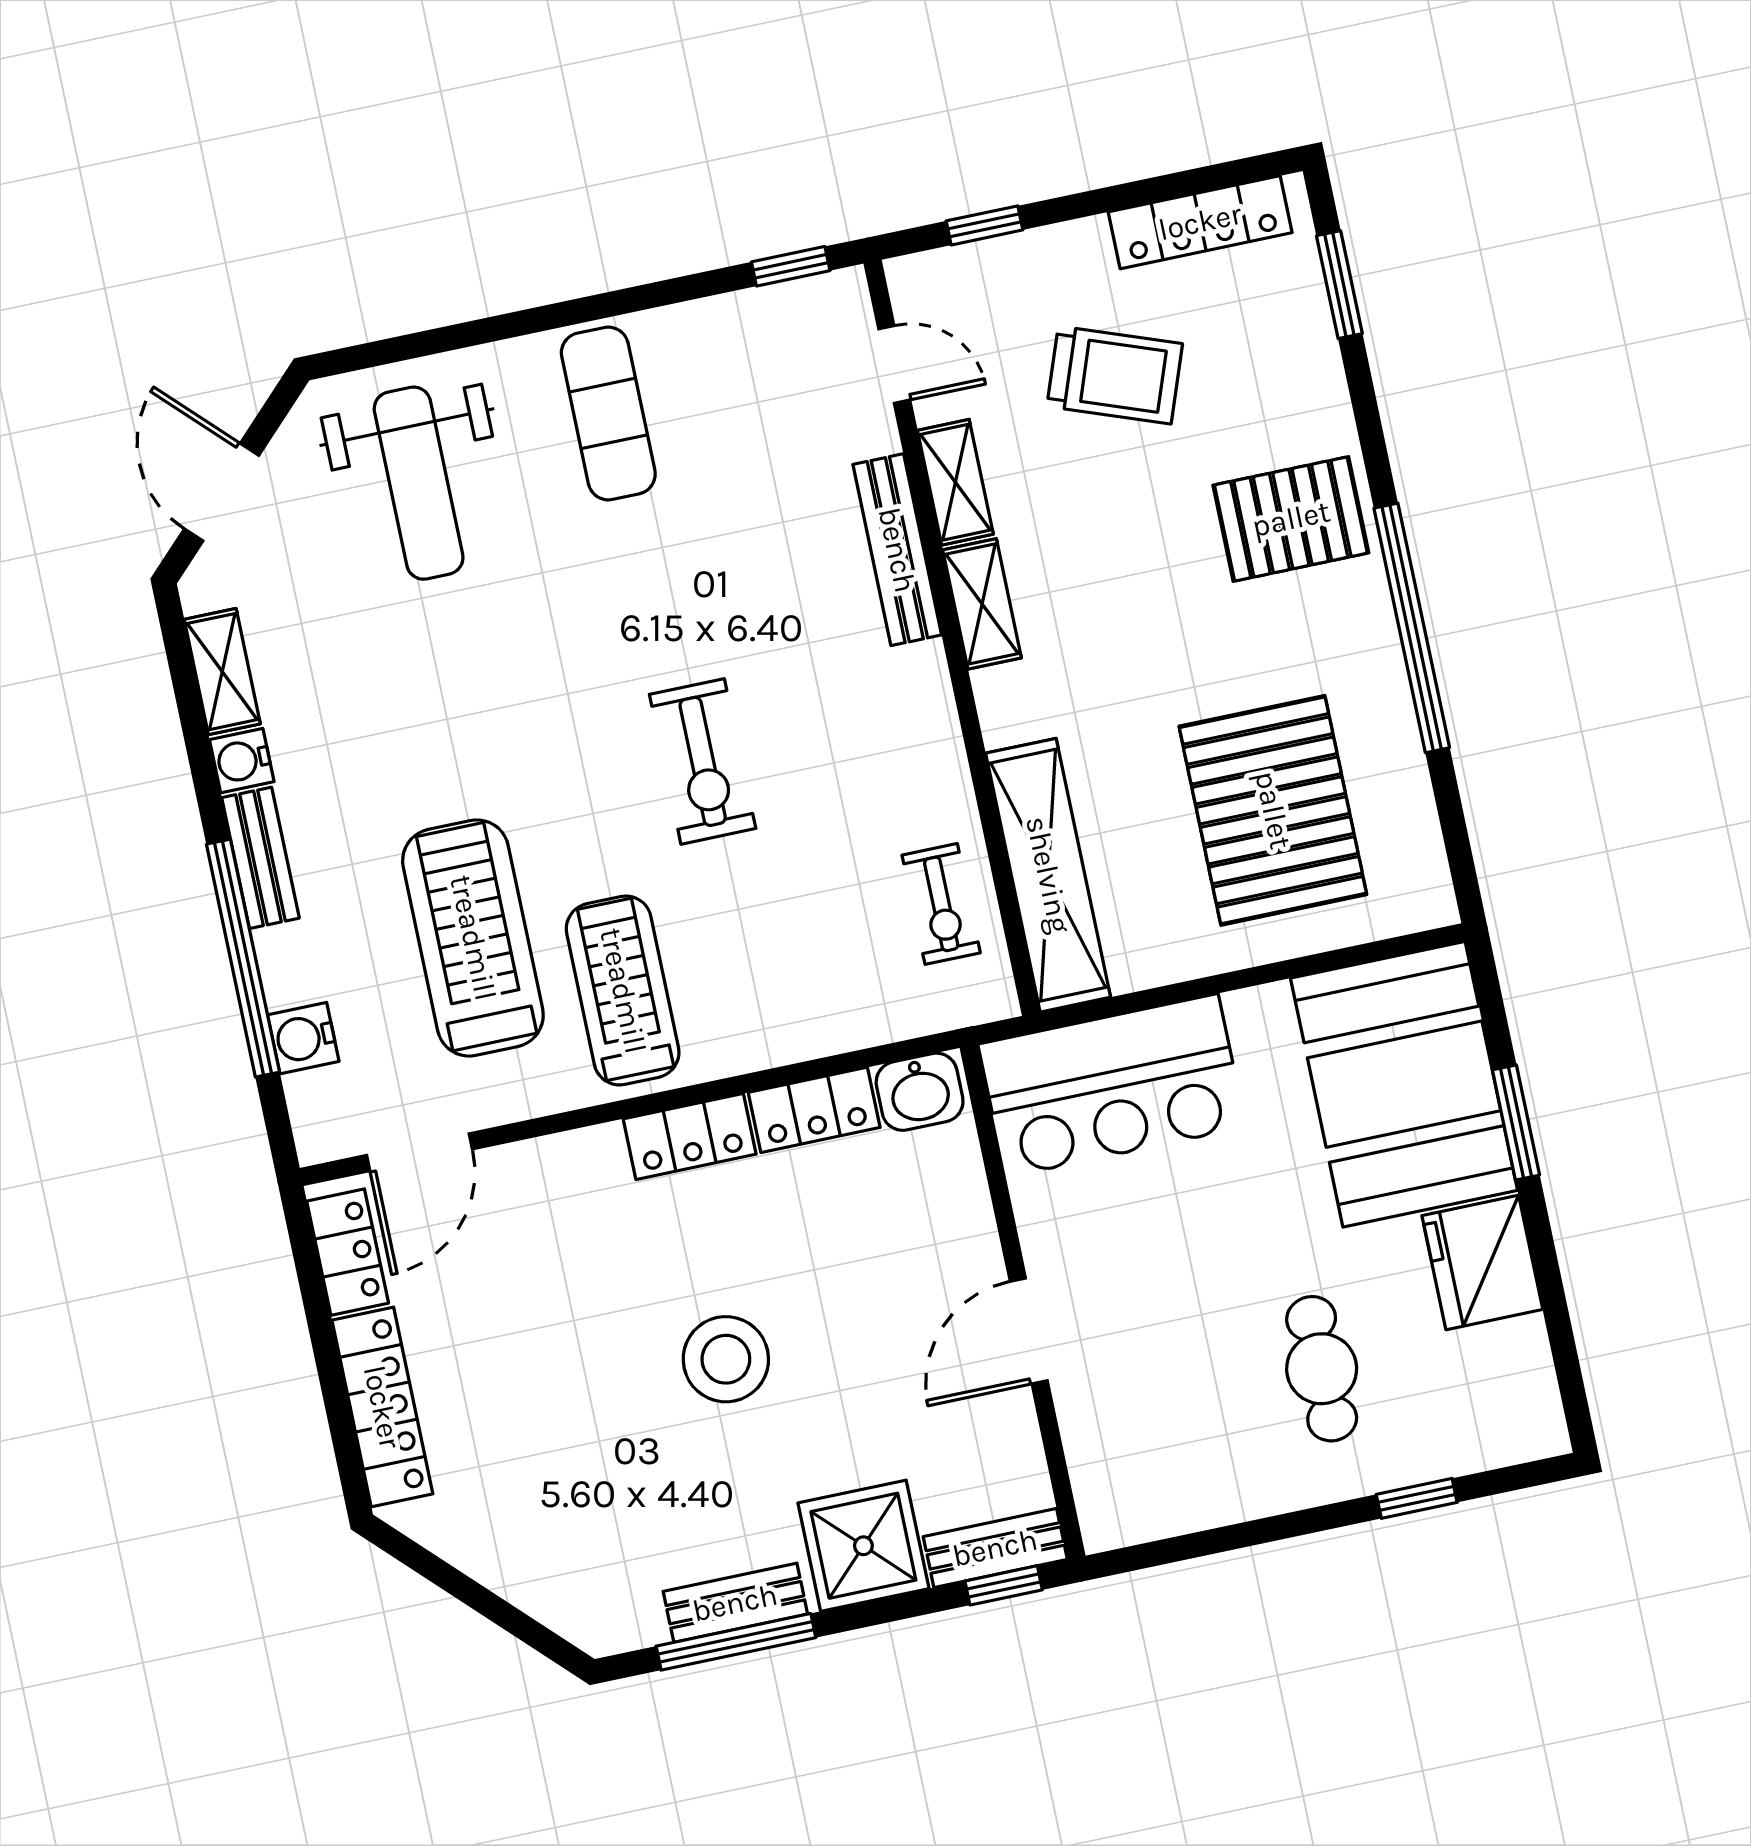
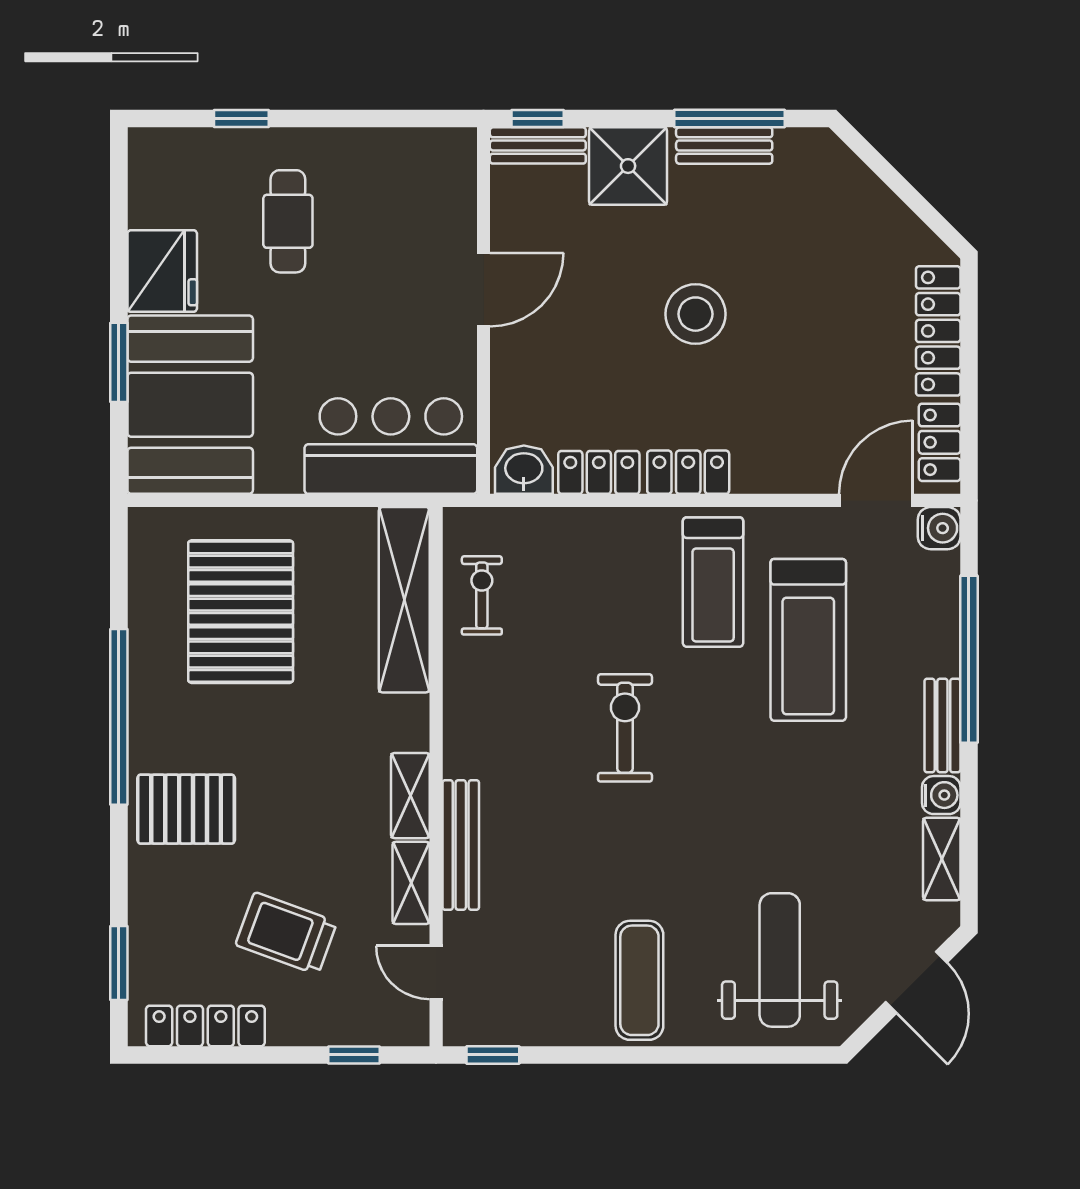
water cooler: (303, 1038) -> (939, 528), moved

